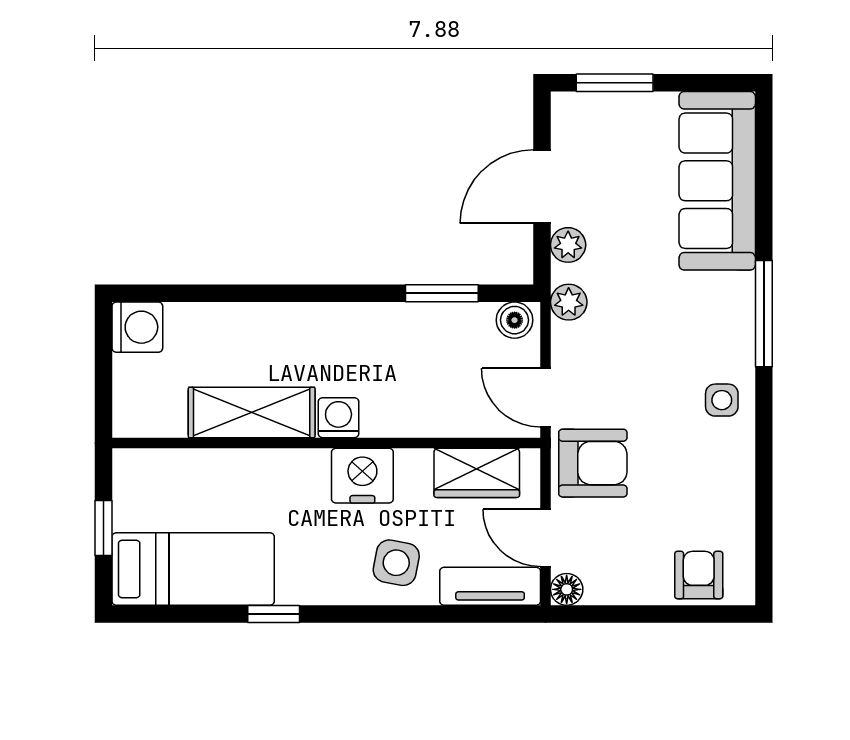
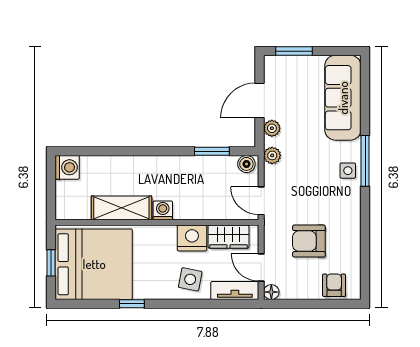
side table: (722, 400) -> (348, 171), moved
armchair: (593, 463) -> (309, 241), moved, turned 180
nightstand: (362, 476) -> (192, 238), moved
bed: (193, 569) -> (94, 264), width x2.04

